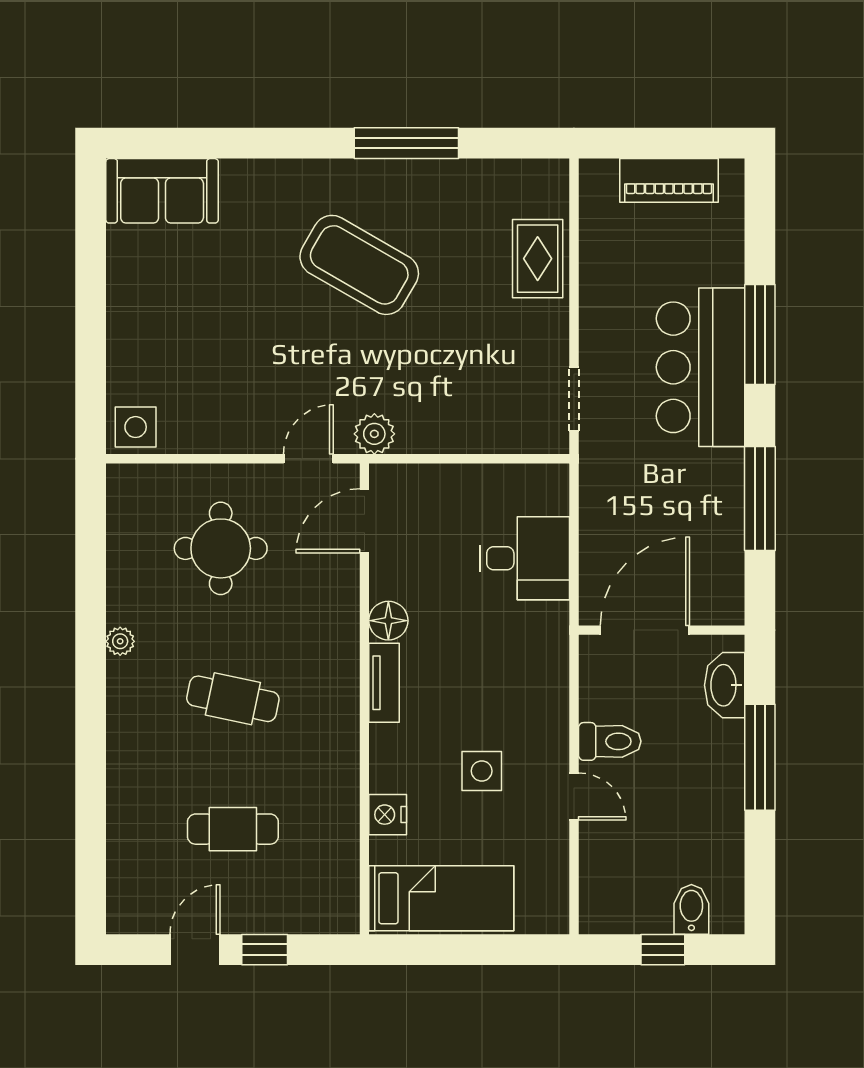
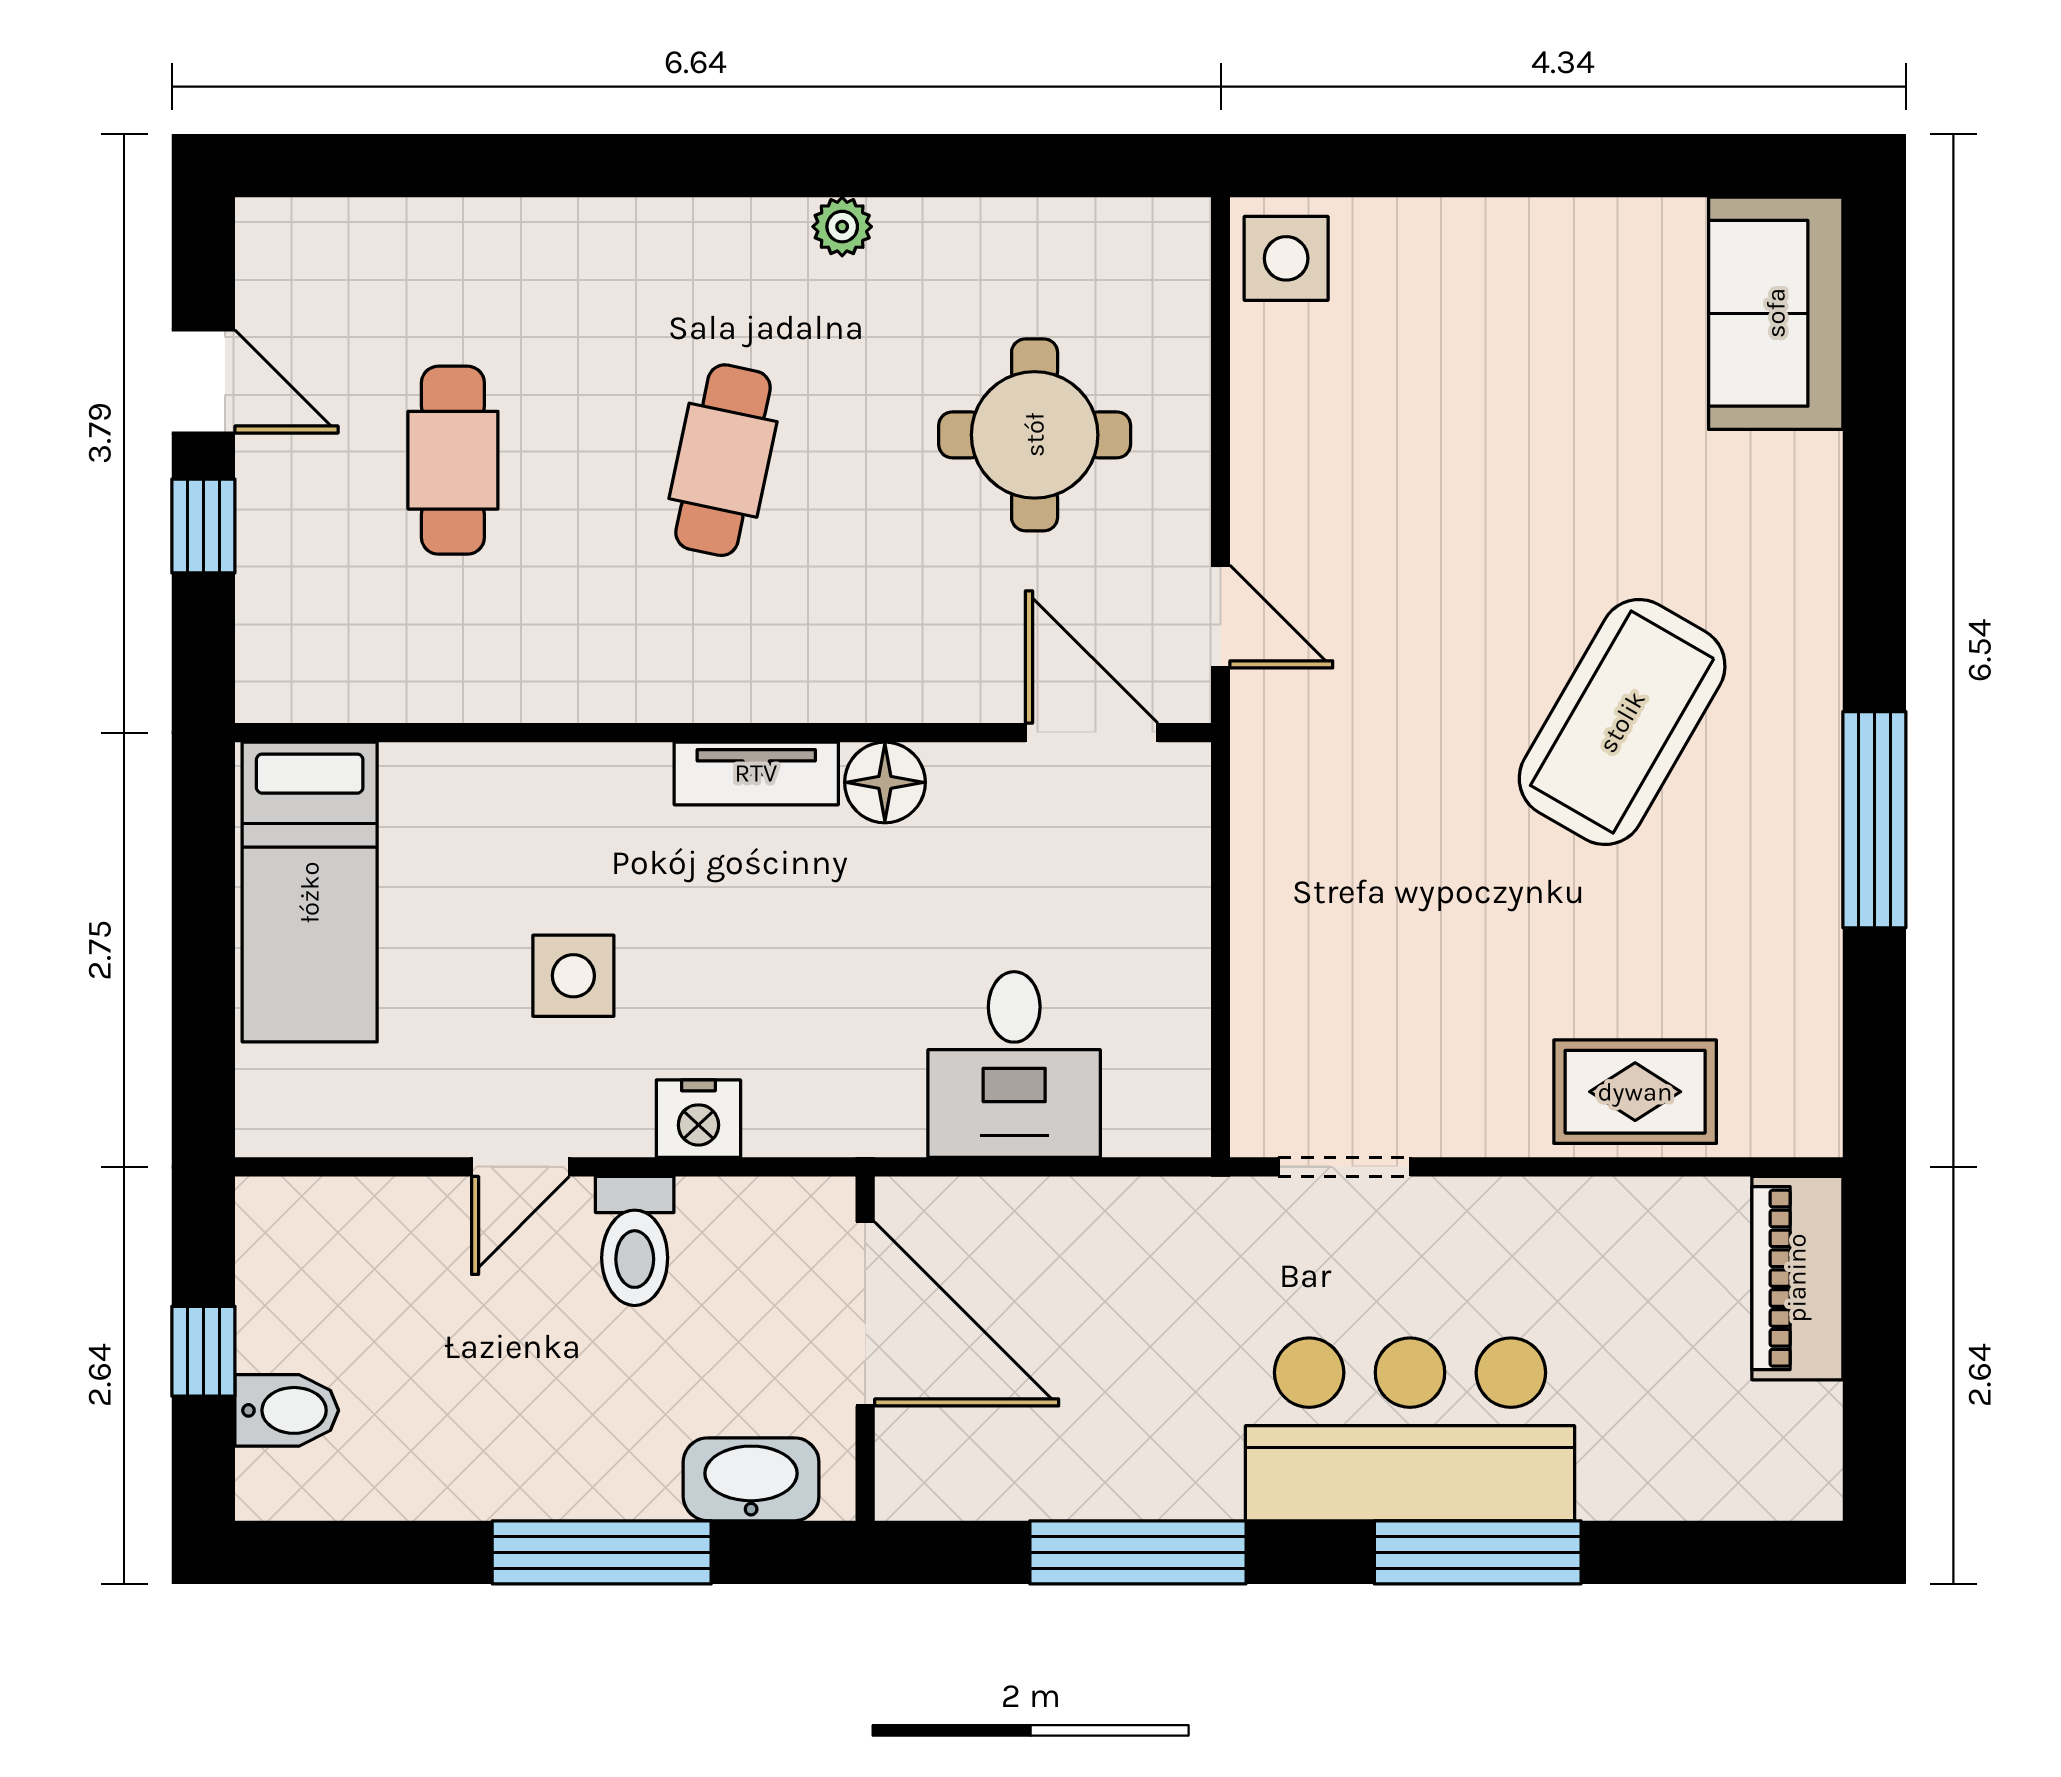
piano: (669, 180) -> (1797, 1278), moved
plant: (374, 434) -> (1272, 753), removed
nightstand: (388, 815) -> (698, 1119), moved, turned 180

